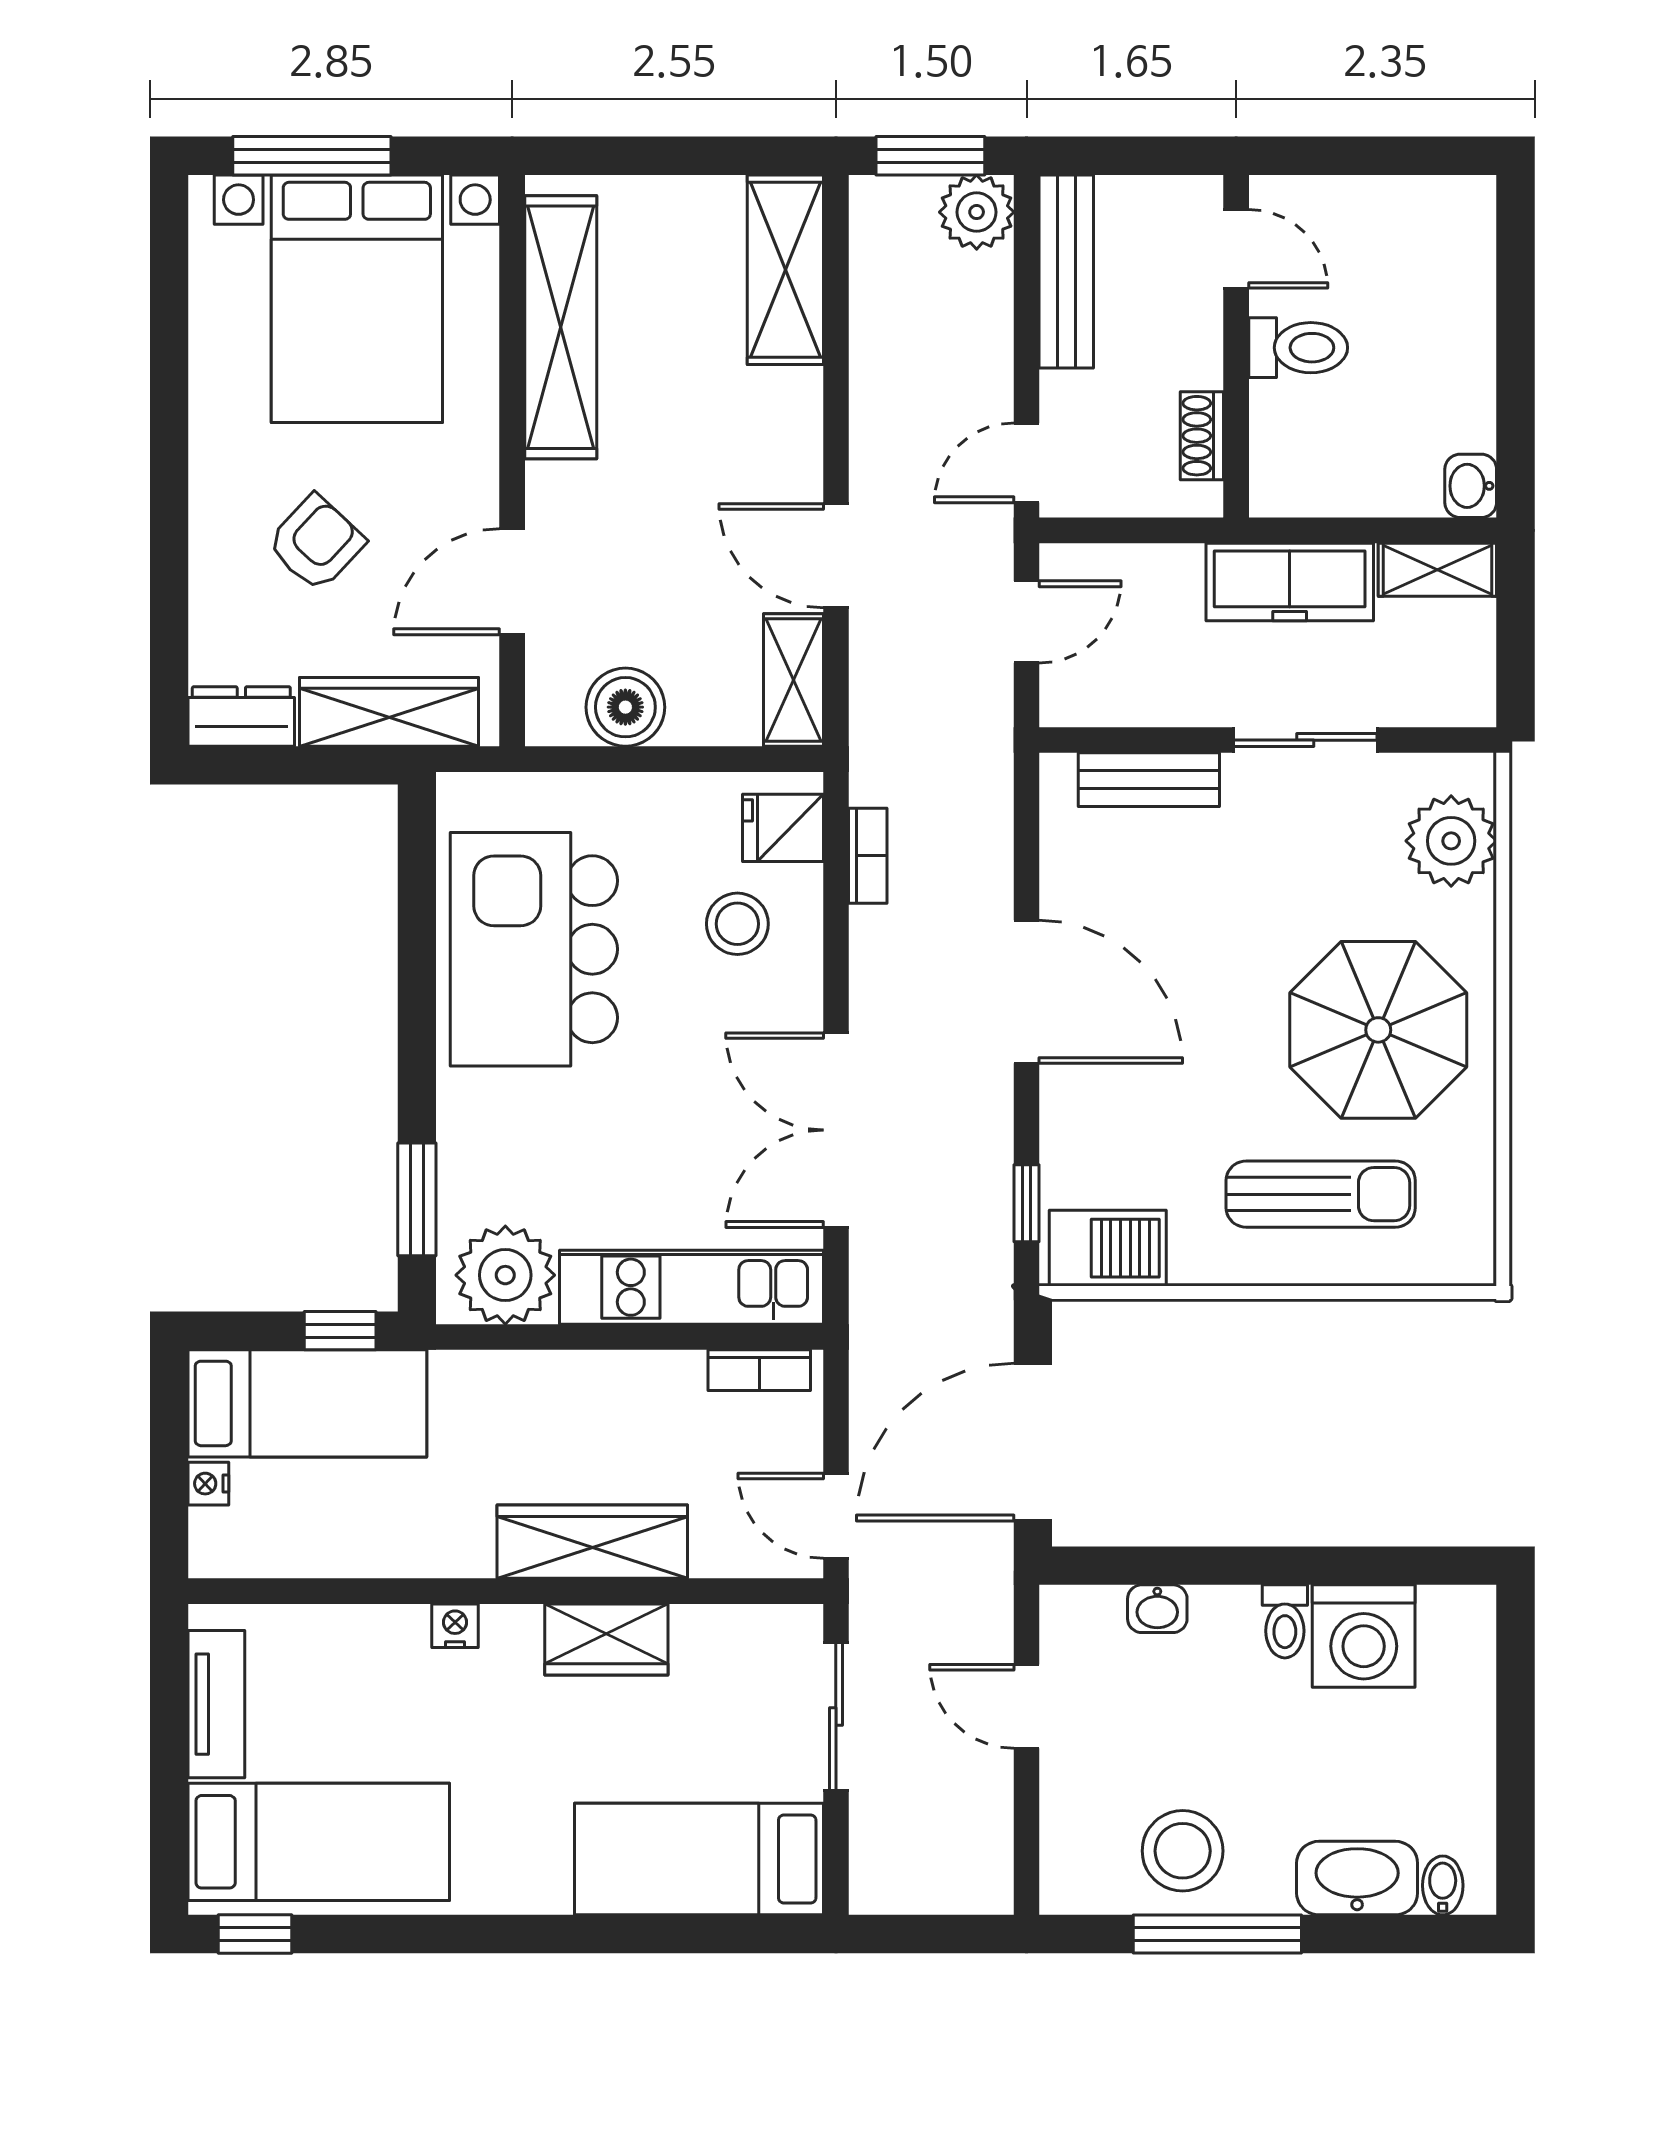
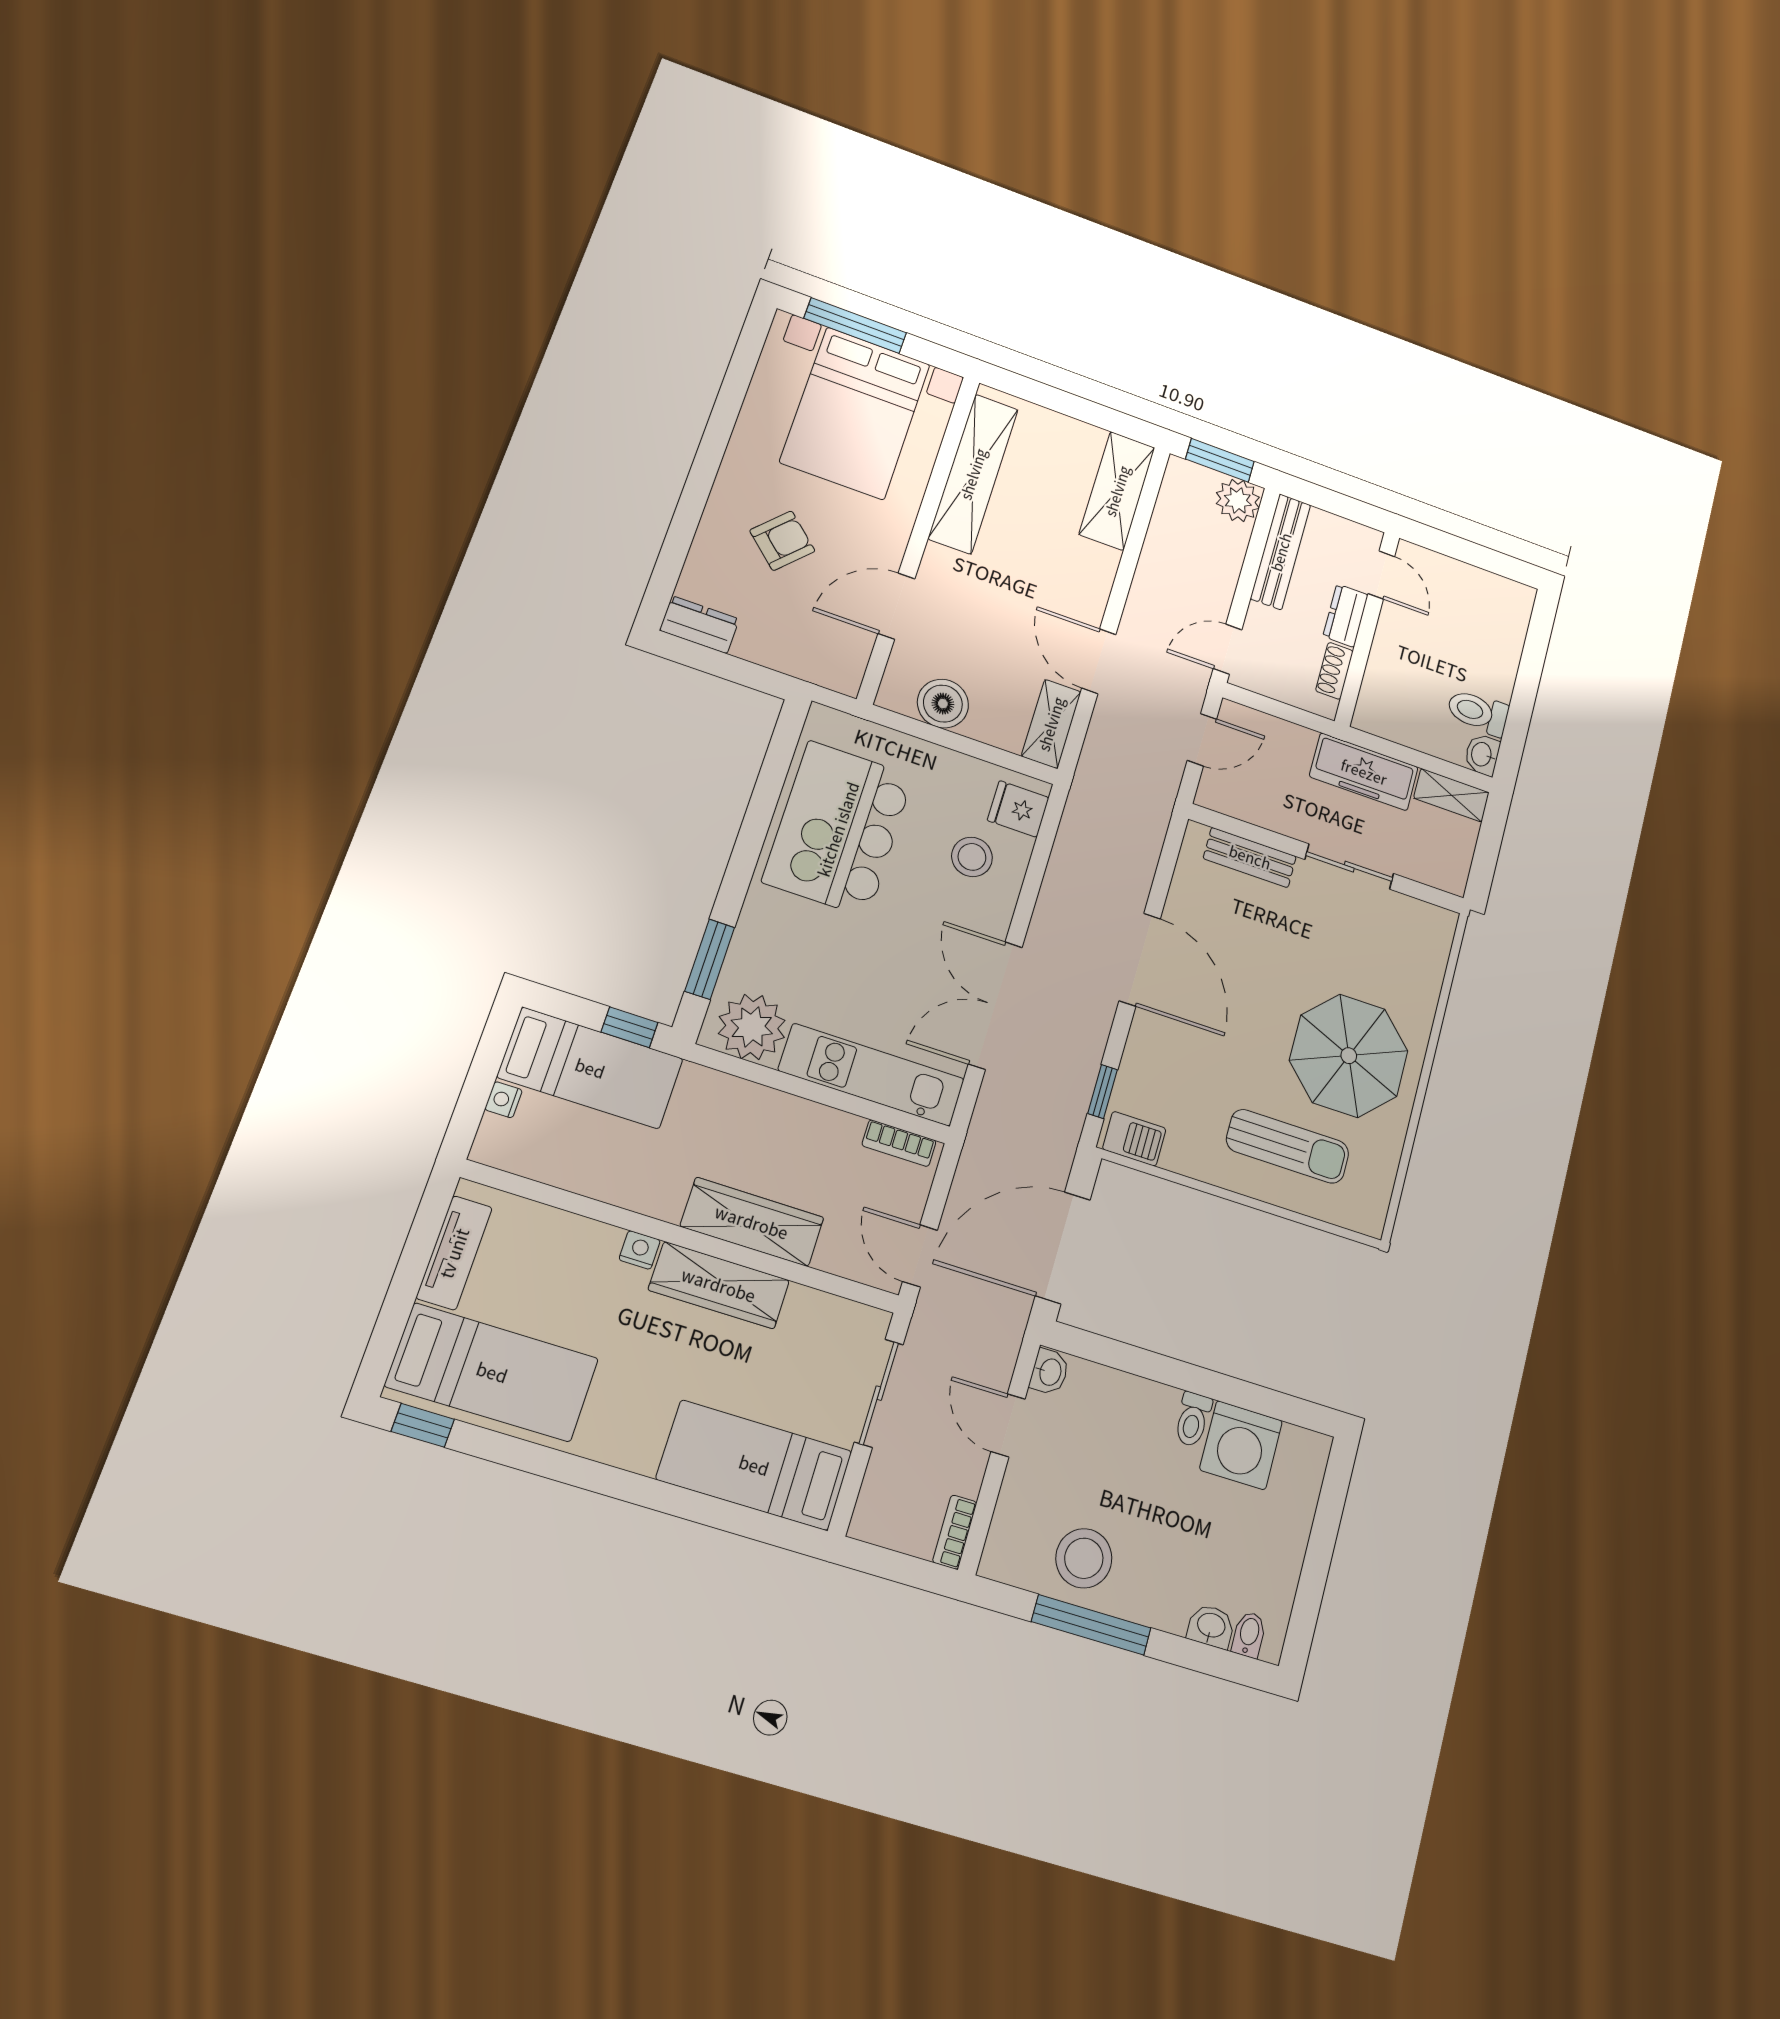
dresser: (1196, 338) -> (1346, 616), added
toilet: (1298, 348) -> (1478, 712), moved, turned 180
wardrobe: (389, 712) -> (794, 655), removed
plant: (1451, 841) -> (1421, 956), removed
bookcase: (868, 856) -> (955, 1532), moved, turned 180
barbecue: (1108, 1248) -> (1134, 1139), width x0.73, depth x0.79
washbasin: (1157, 1609) -> (1049, 1372), moved, turned -90
wardrobe: (606, 1639) -> (719, 1285), width x1.50
washbasin: (1357, 1878) -> (1211, 1626), width x0.52, depth x0.69

